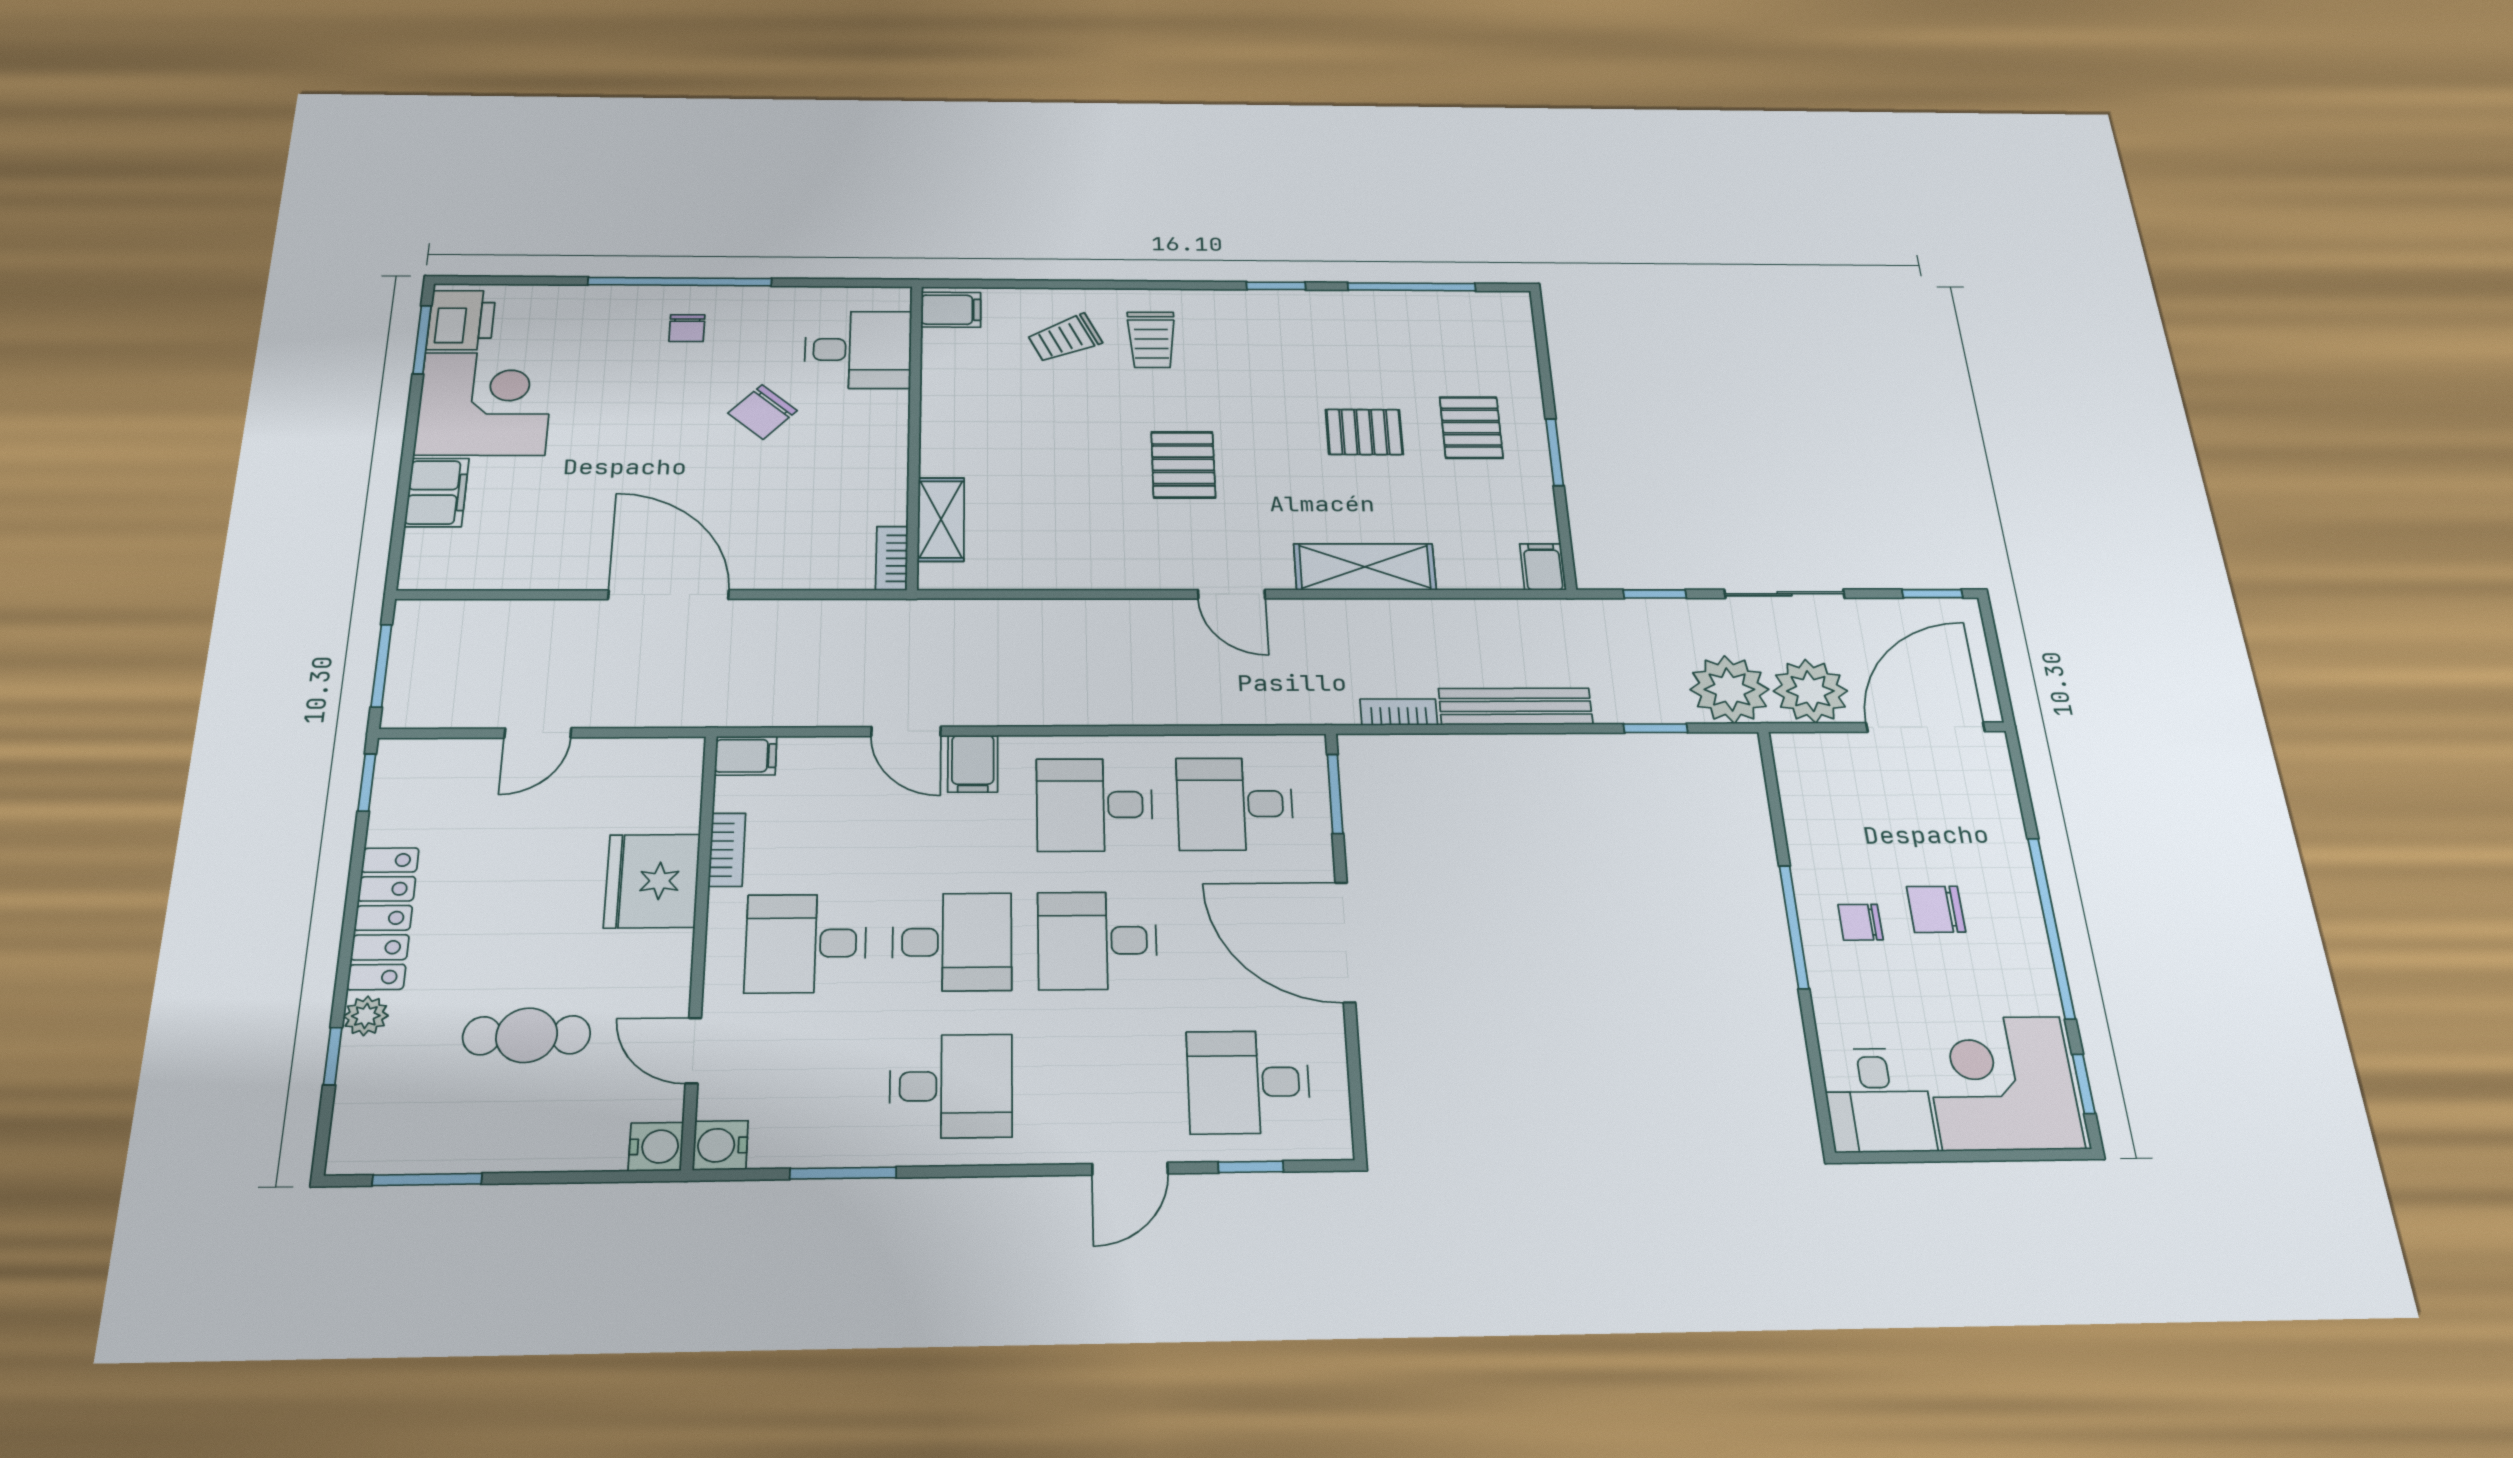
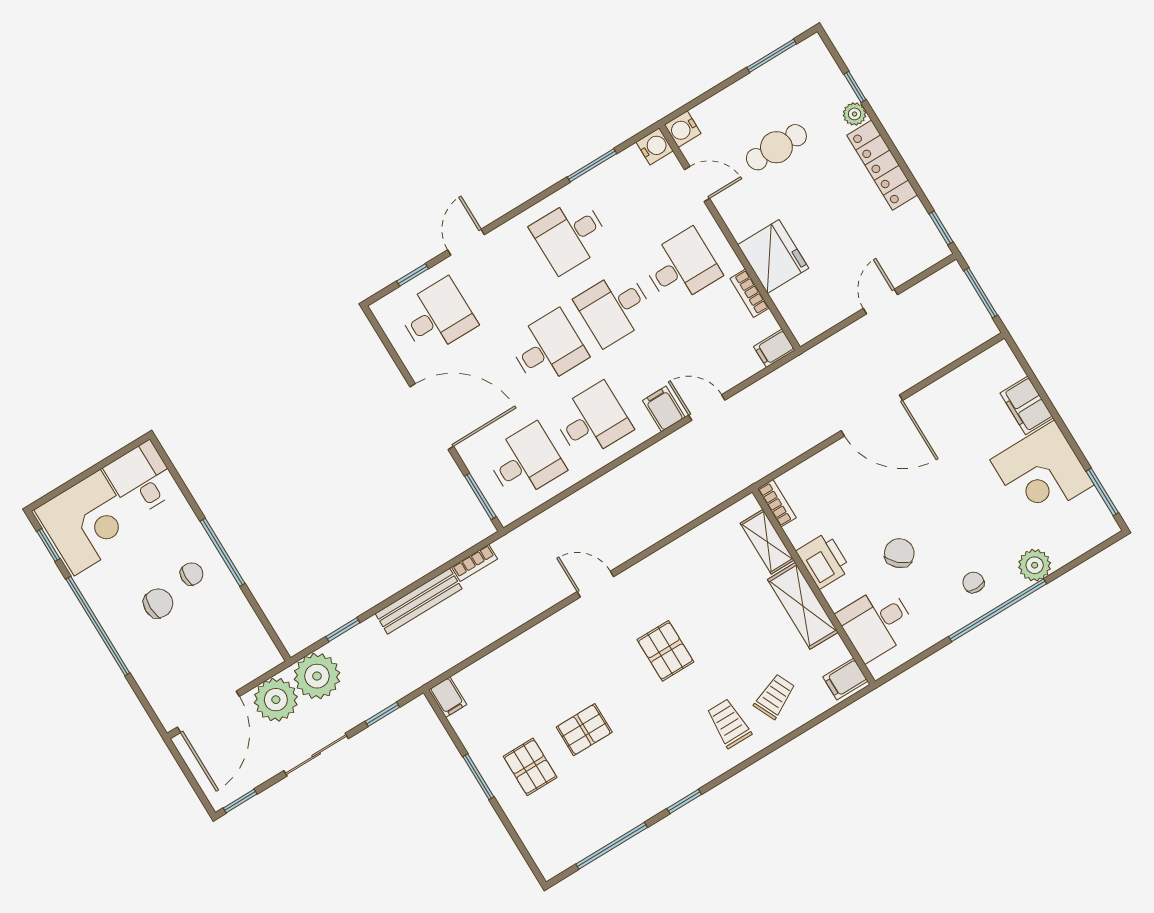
plant: (587, 305) -> (1035, 565), added
printer: (461, 320) -> (823, 560), moved, turned 180
shelving: (1365, 567) -> (803, 606), moved, turned 90

